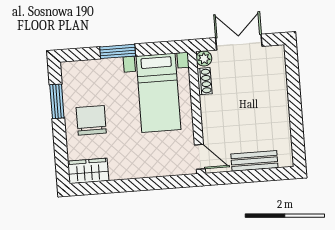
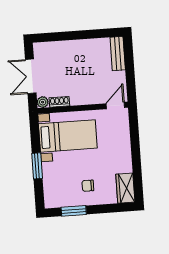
chair: (91, 120) -> (88, 186), width x0.54, depth x0.54
bench: (254, 161) -> (118, 54), moved

